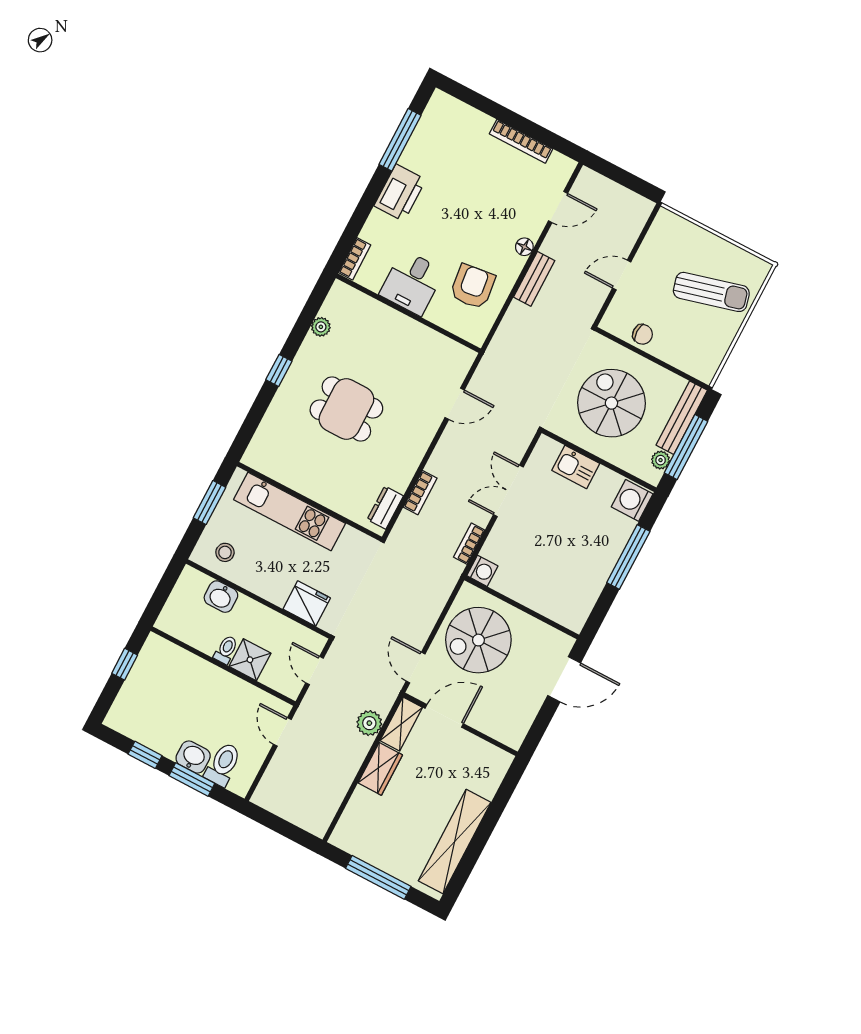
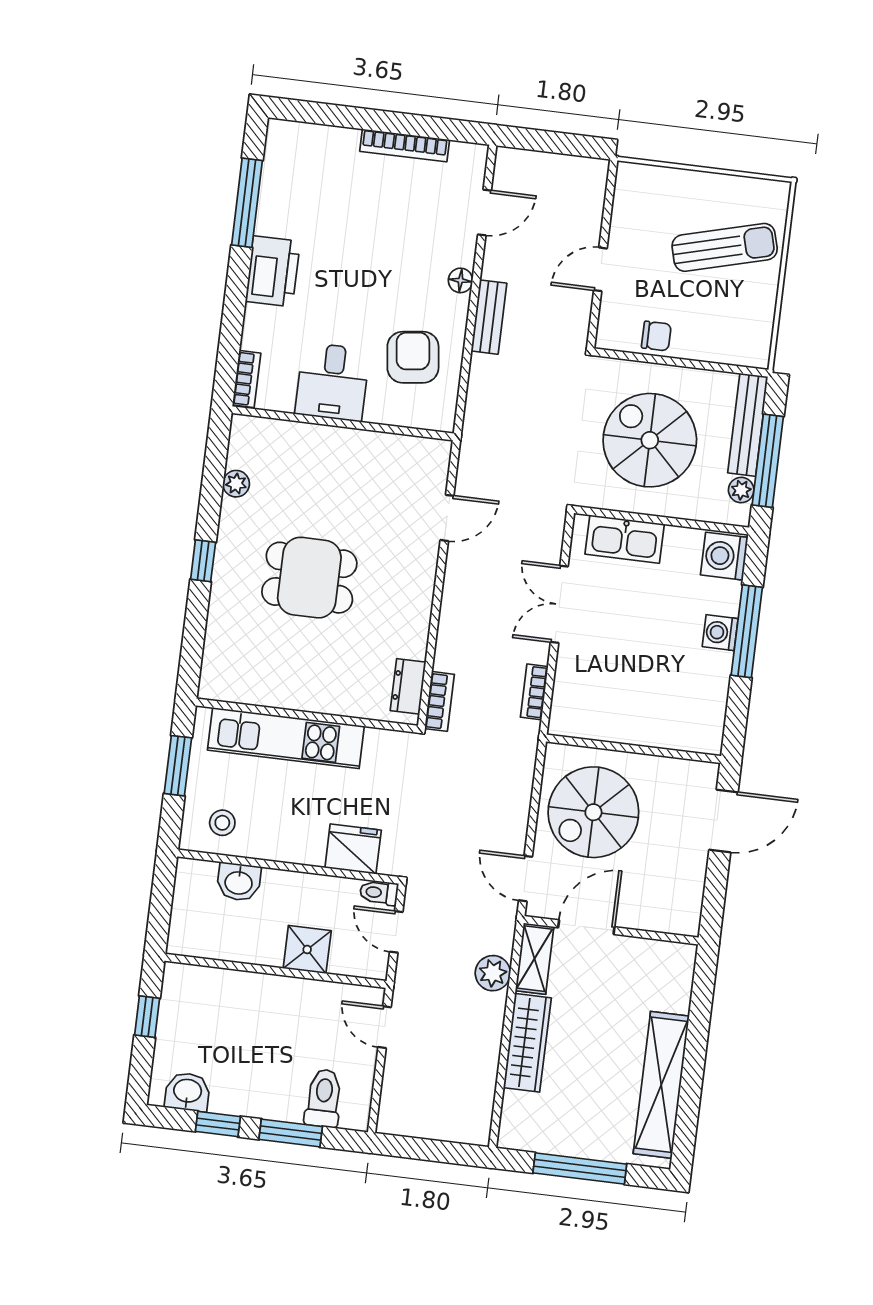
kitchen sink: (576, 467) -> (625, 539), width x1.38
bookcase: (420, 493) -> (439, 701), moved
washing machine: (482, 571) -> (720, 633), moved, turned 180
toilet: (226, 650) -> (379, 893), moved, turned -90
washbasin: (193, 757) -> (187, 1092), moved
wardrobe: (380, 769) -> (527, 1043), width x1.50

